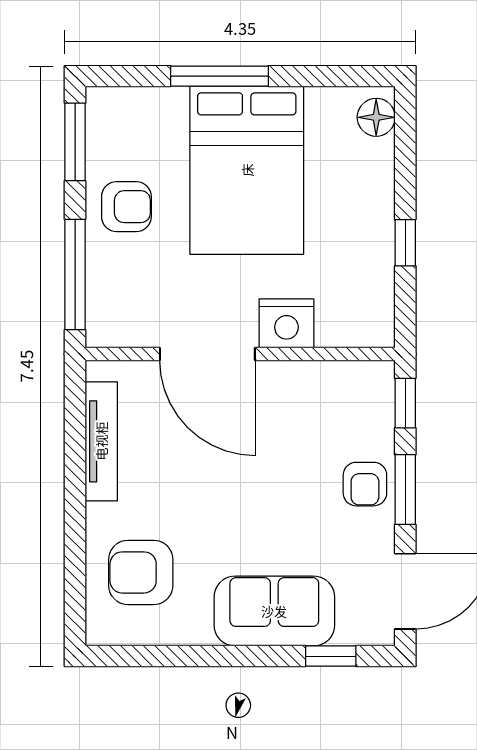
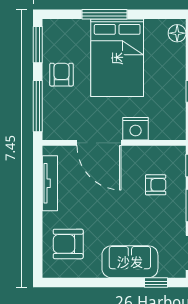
armchair: (126, 207) -> (61, 75), turned -90
armchair: (365, 484) -> (156, 185), moved, turned -90

